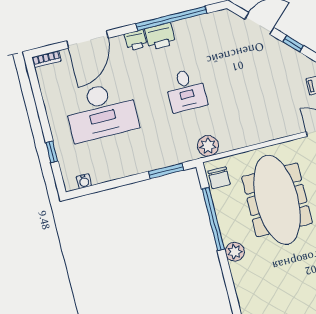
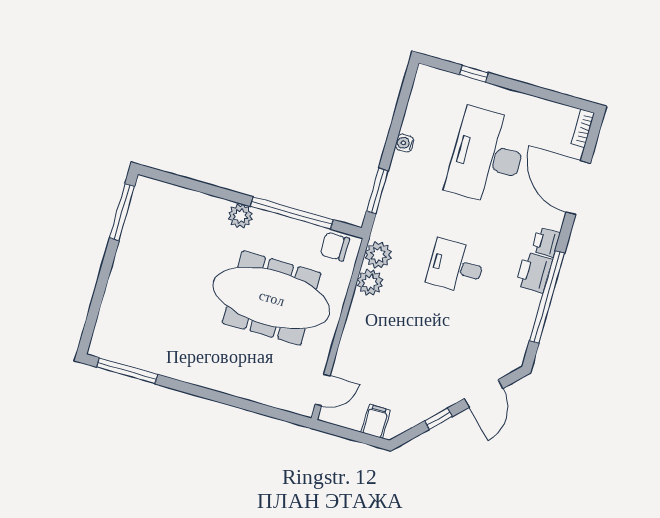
plant: (229, 141) -> (370, 282), added
water cooler: (84, 181) -> (404, 143), moved

